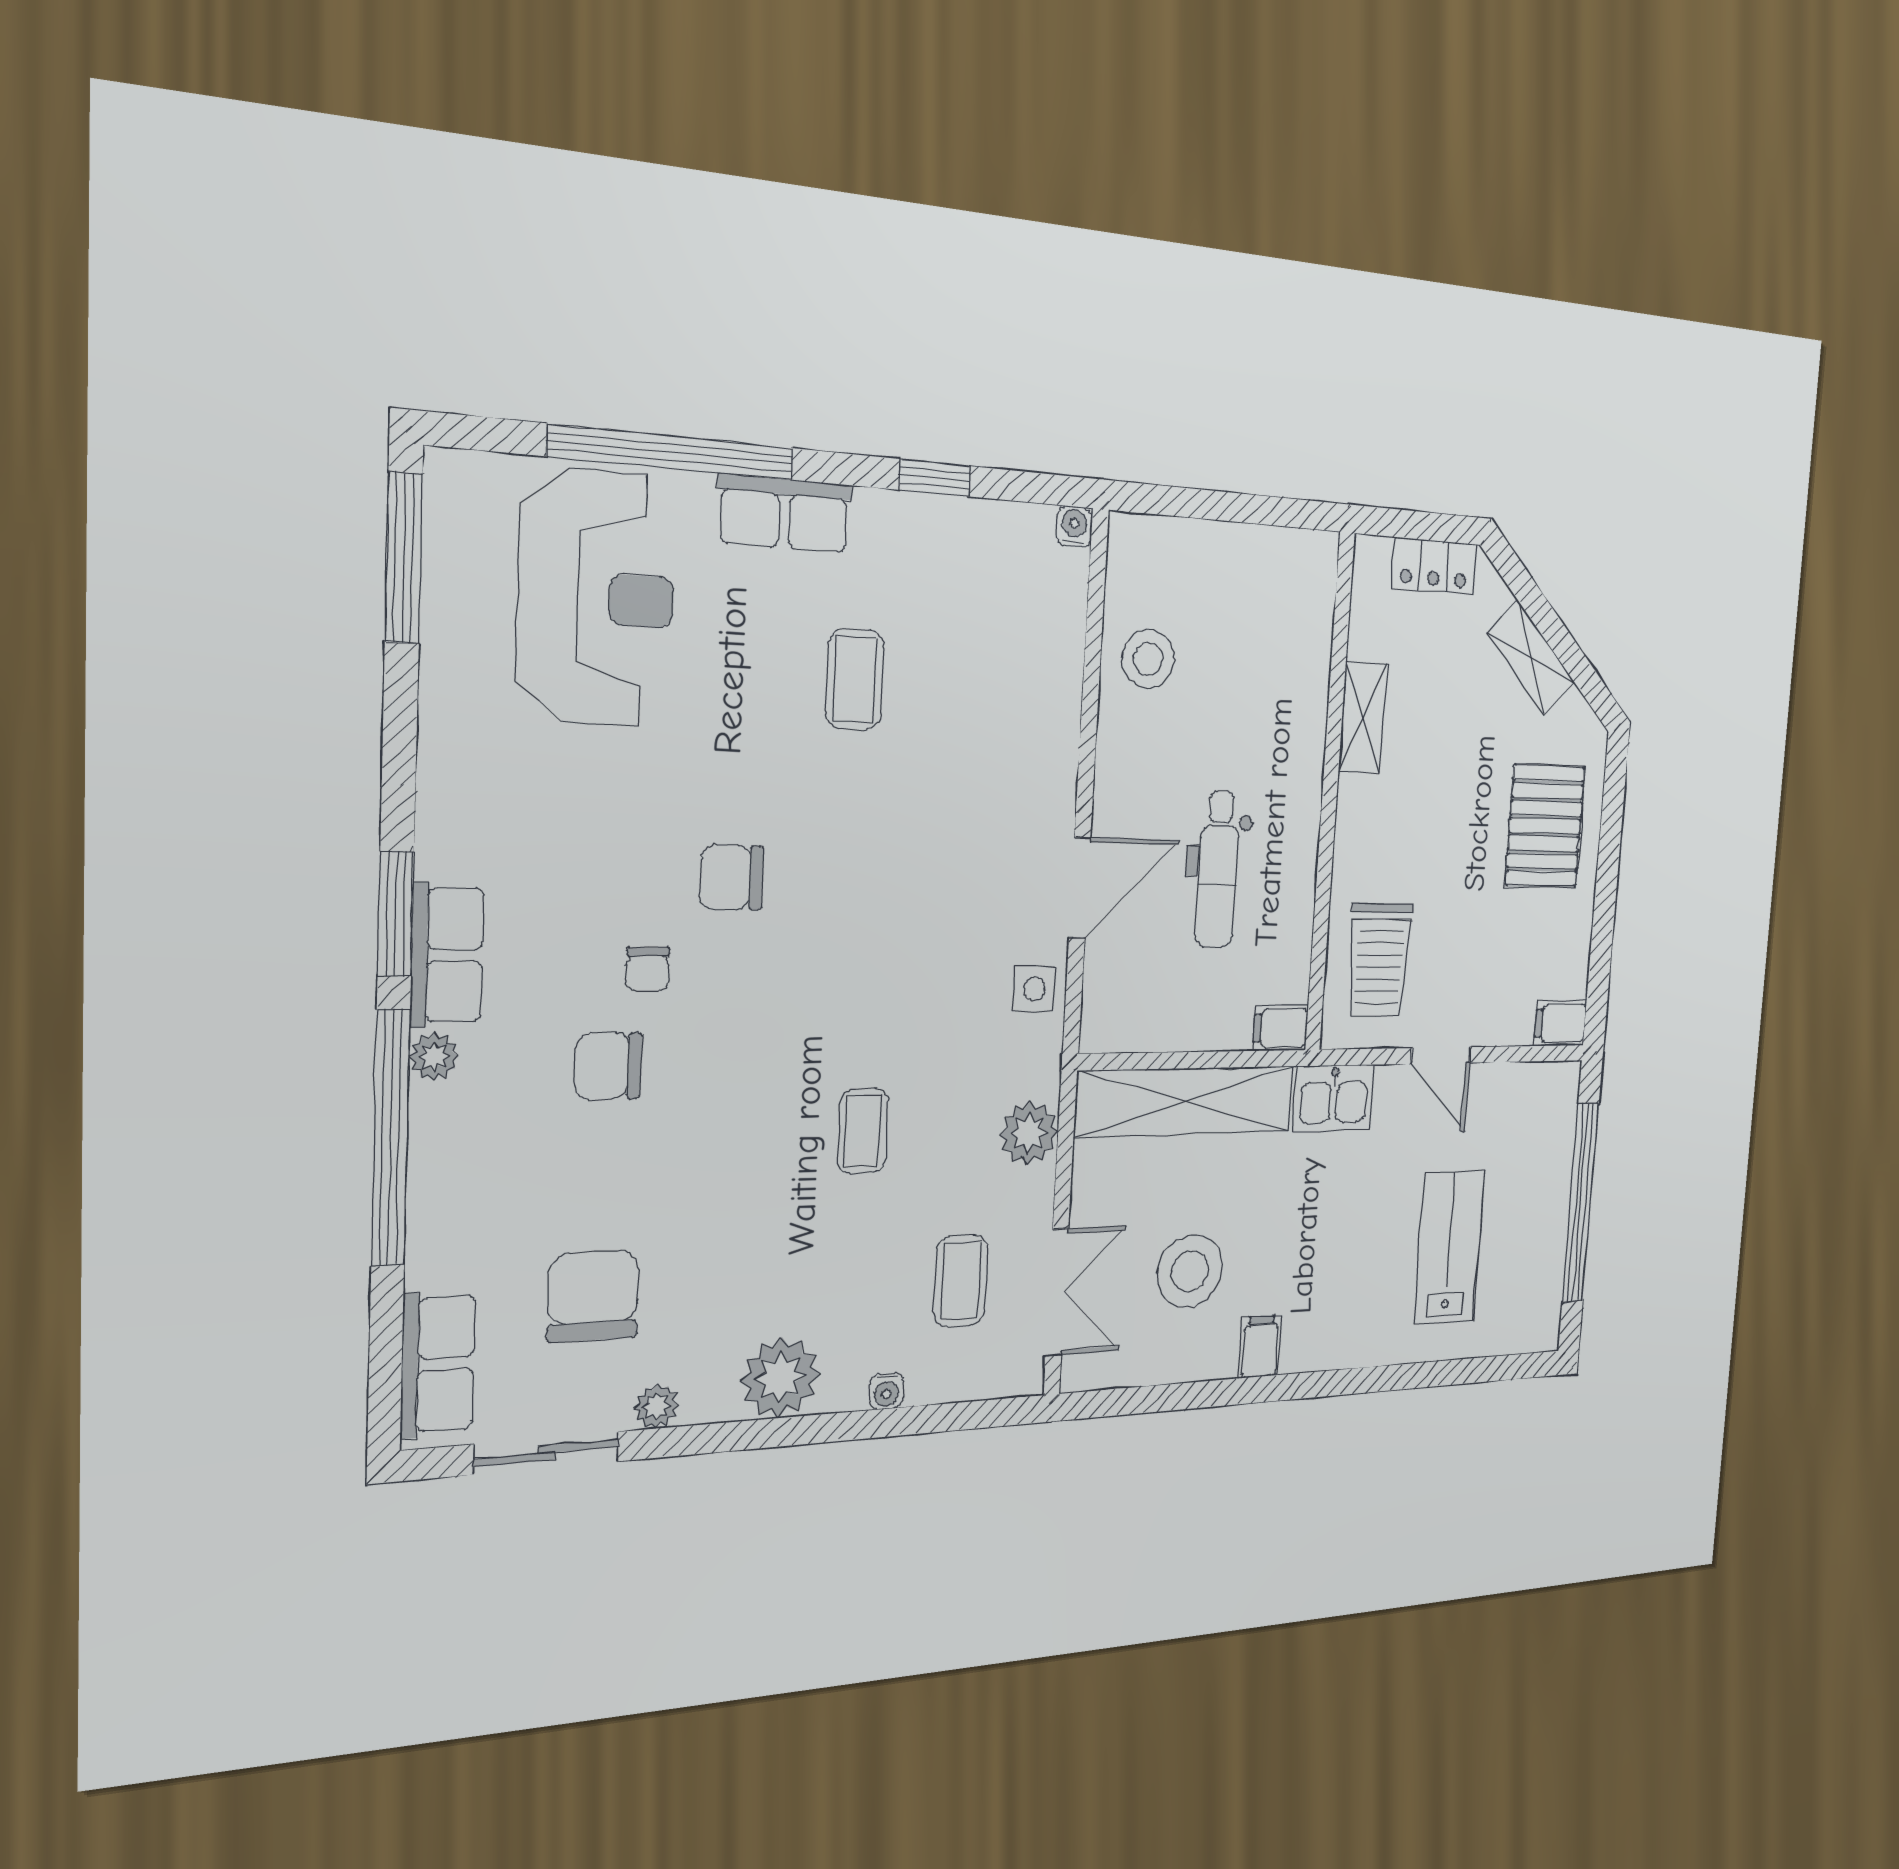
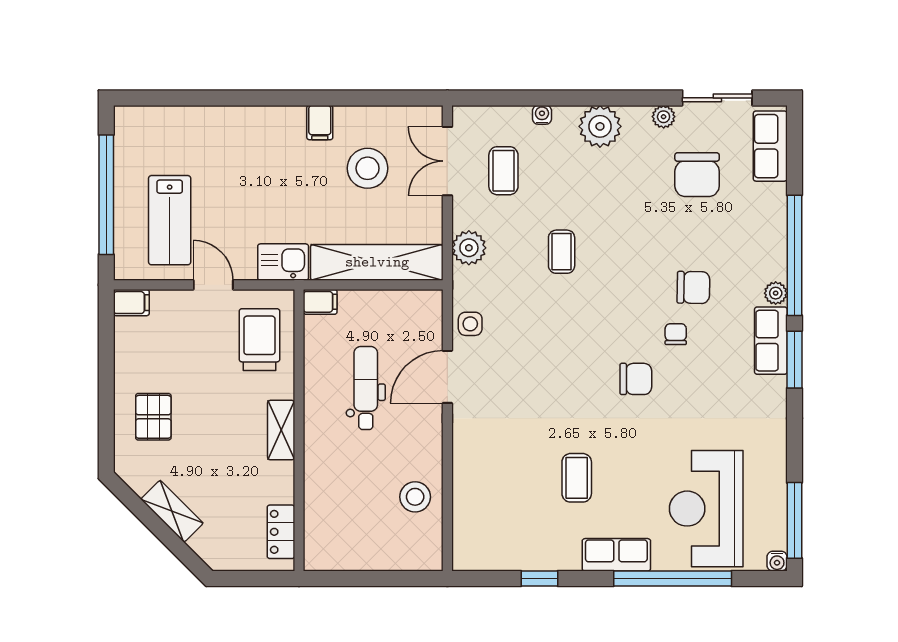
water cooler: (1074, 527) -> (777, 561), moved
locker: (1434, 566) -> (281, 532), moved, turned -90
shelving: (1363, 718) -> (281, 430), moved
pallet: (1545, 826) -> (153, 417), width x0.67, depth x0.71
lab bench: (1449, 1248) -> (170, 220), moved

